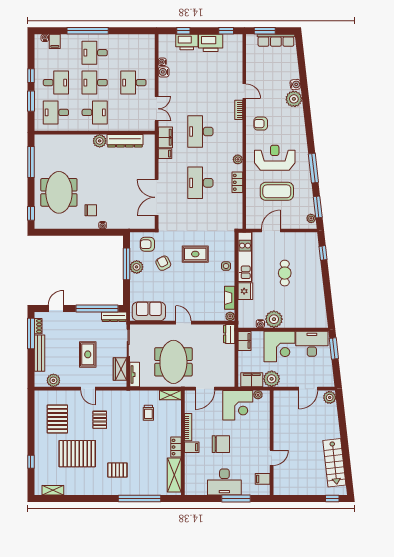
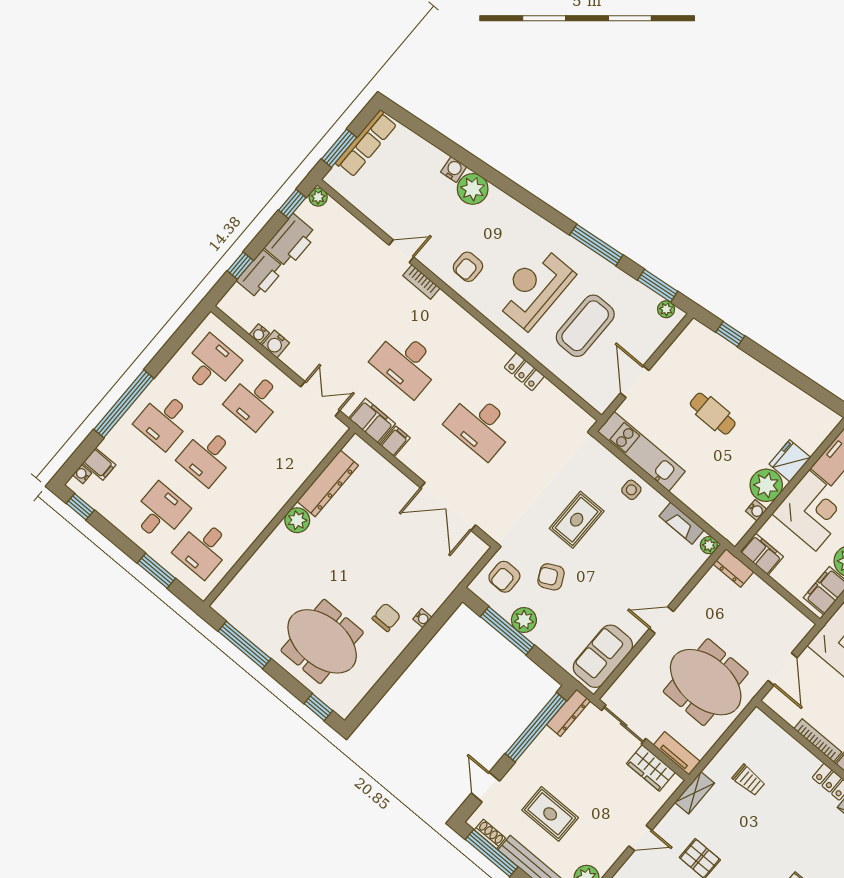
window: (31, 76) -> (80, 507), moved
desk: (95, 112) -> (211, 364), moved
plant: (238, 159) -> (318, 197), moved
fridge: (245, 291) -> (790, 461), moved, turned -90
rug: (88, 354) -> (550, 814), moved
shelving: (170, 395) -> (695, 793), moved

